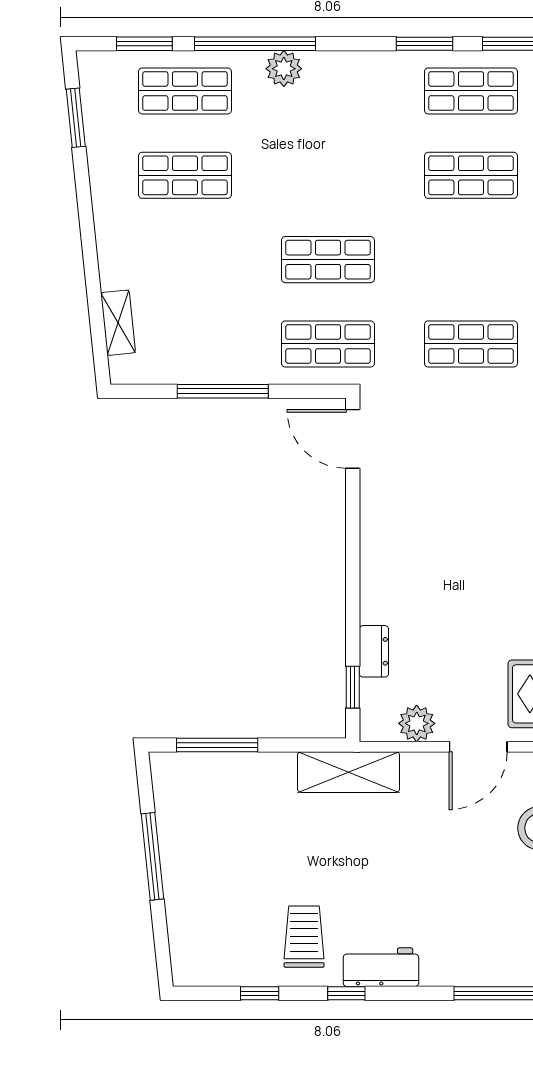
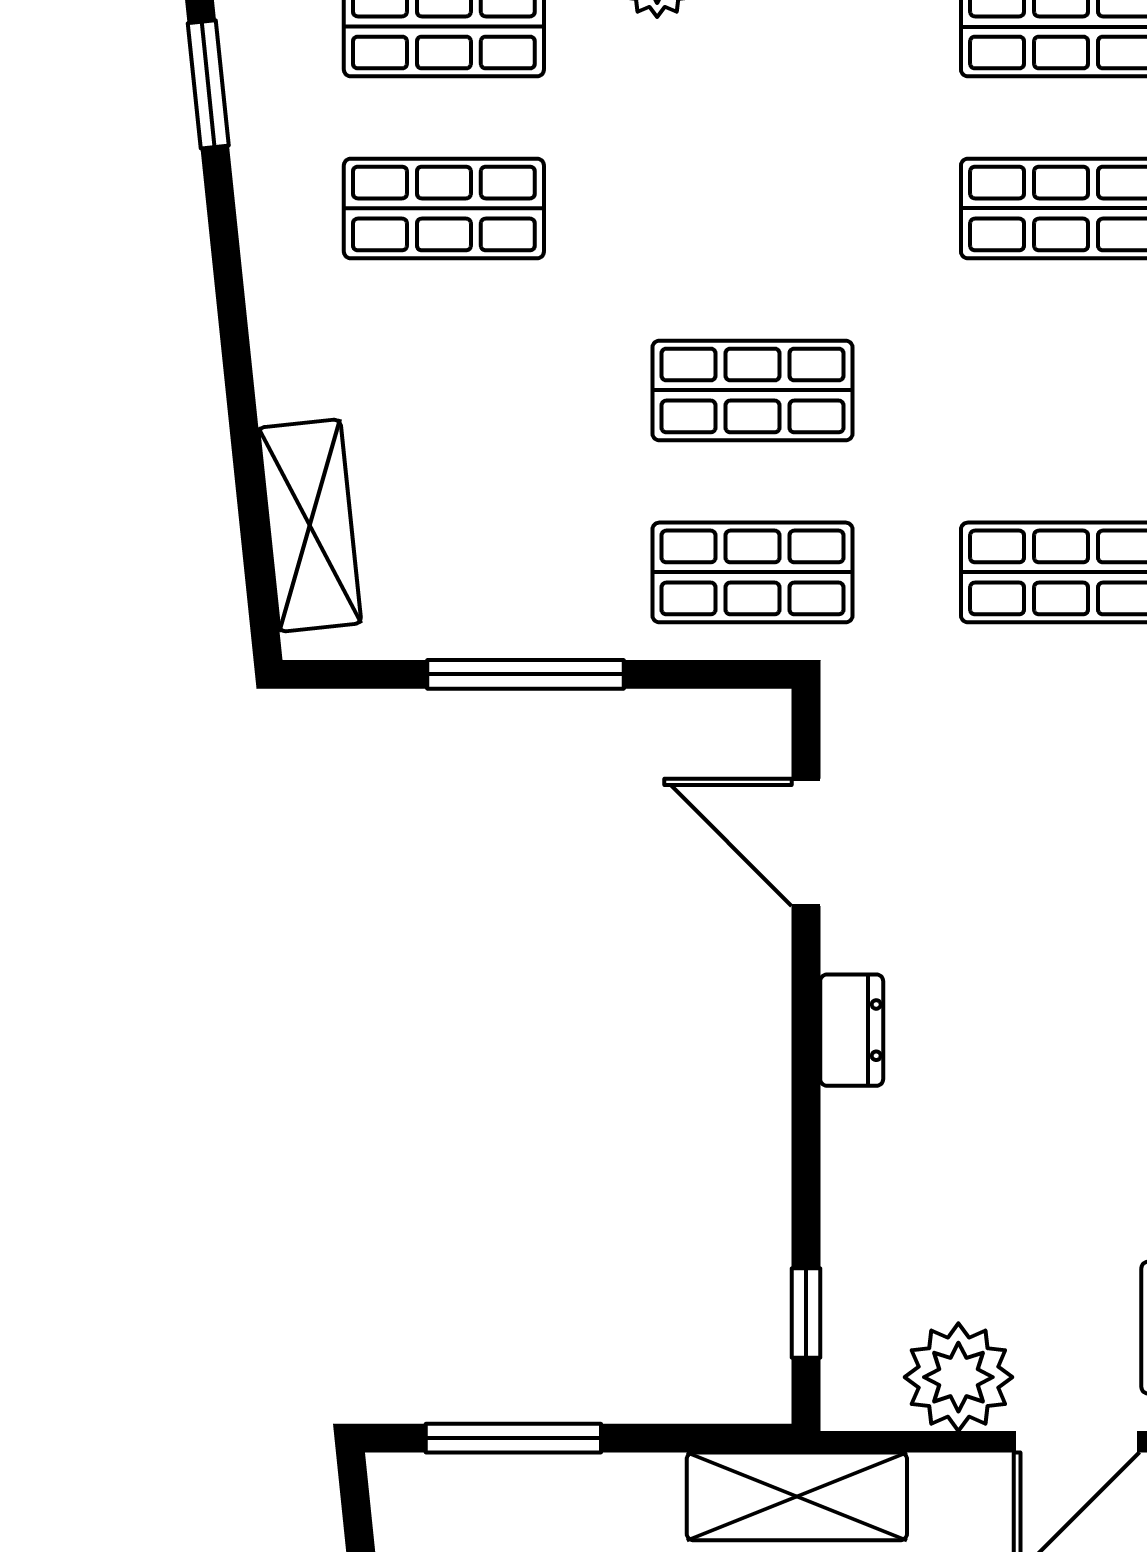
shelving: (118, 323) -> (310, 525), width x1.50, depth x1.33
door: (353, 439) -> (806, 842), moved
dresser: (374, 651) -> (852, 1030), moved
plant: (417, 723) -> (958, 1377), width x1.36, depth x1.36

